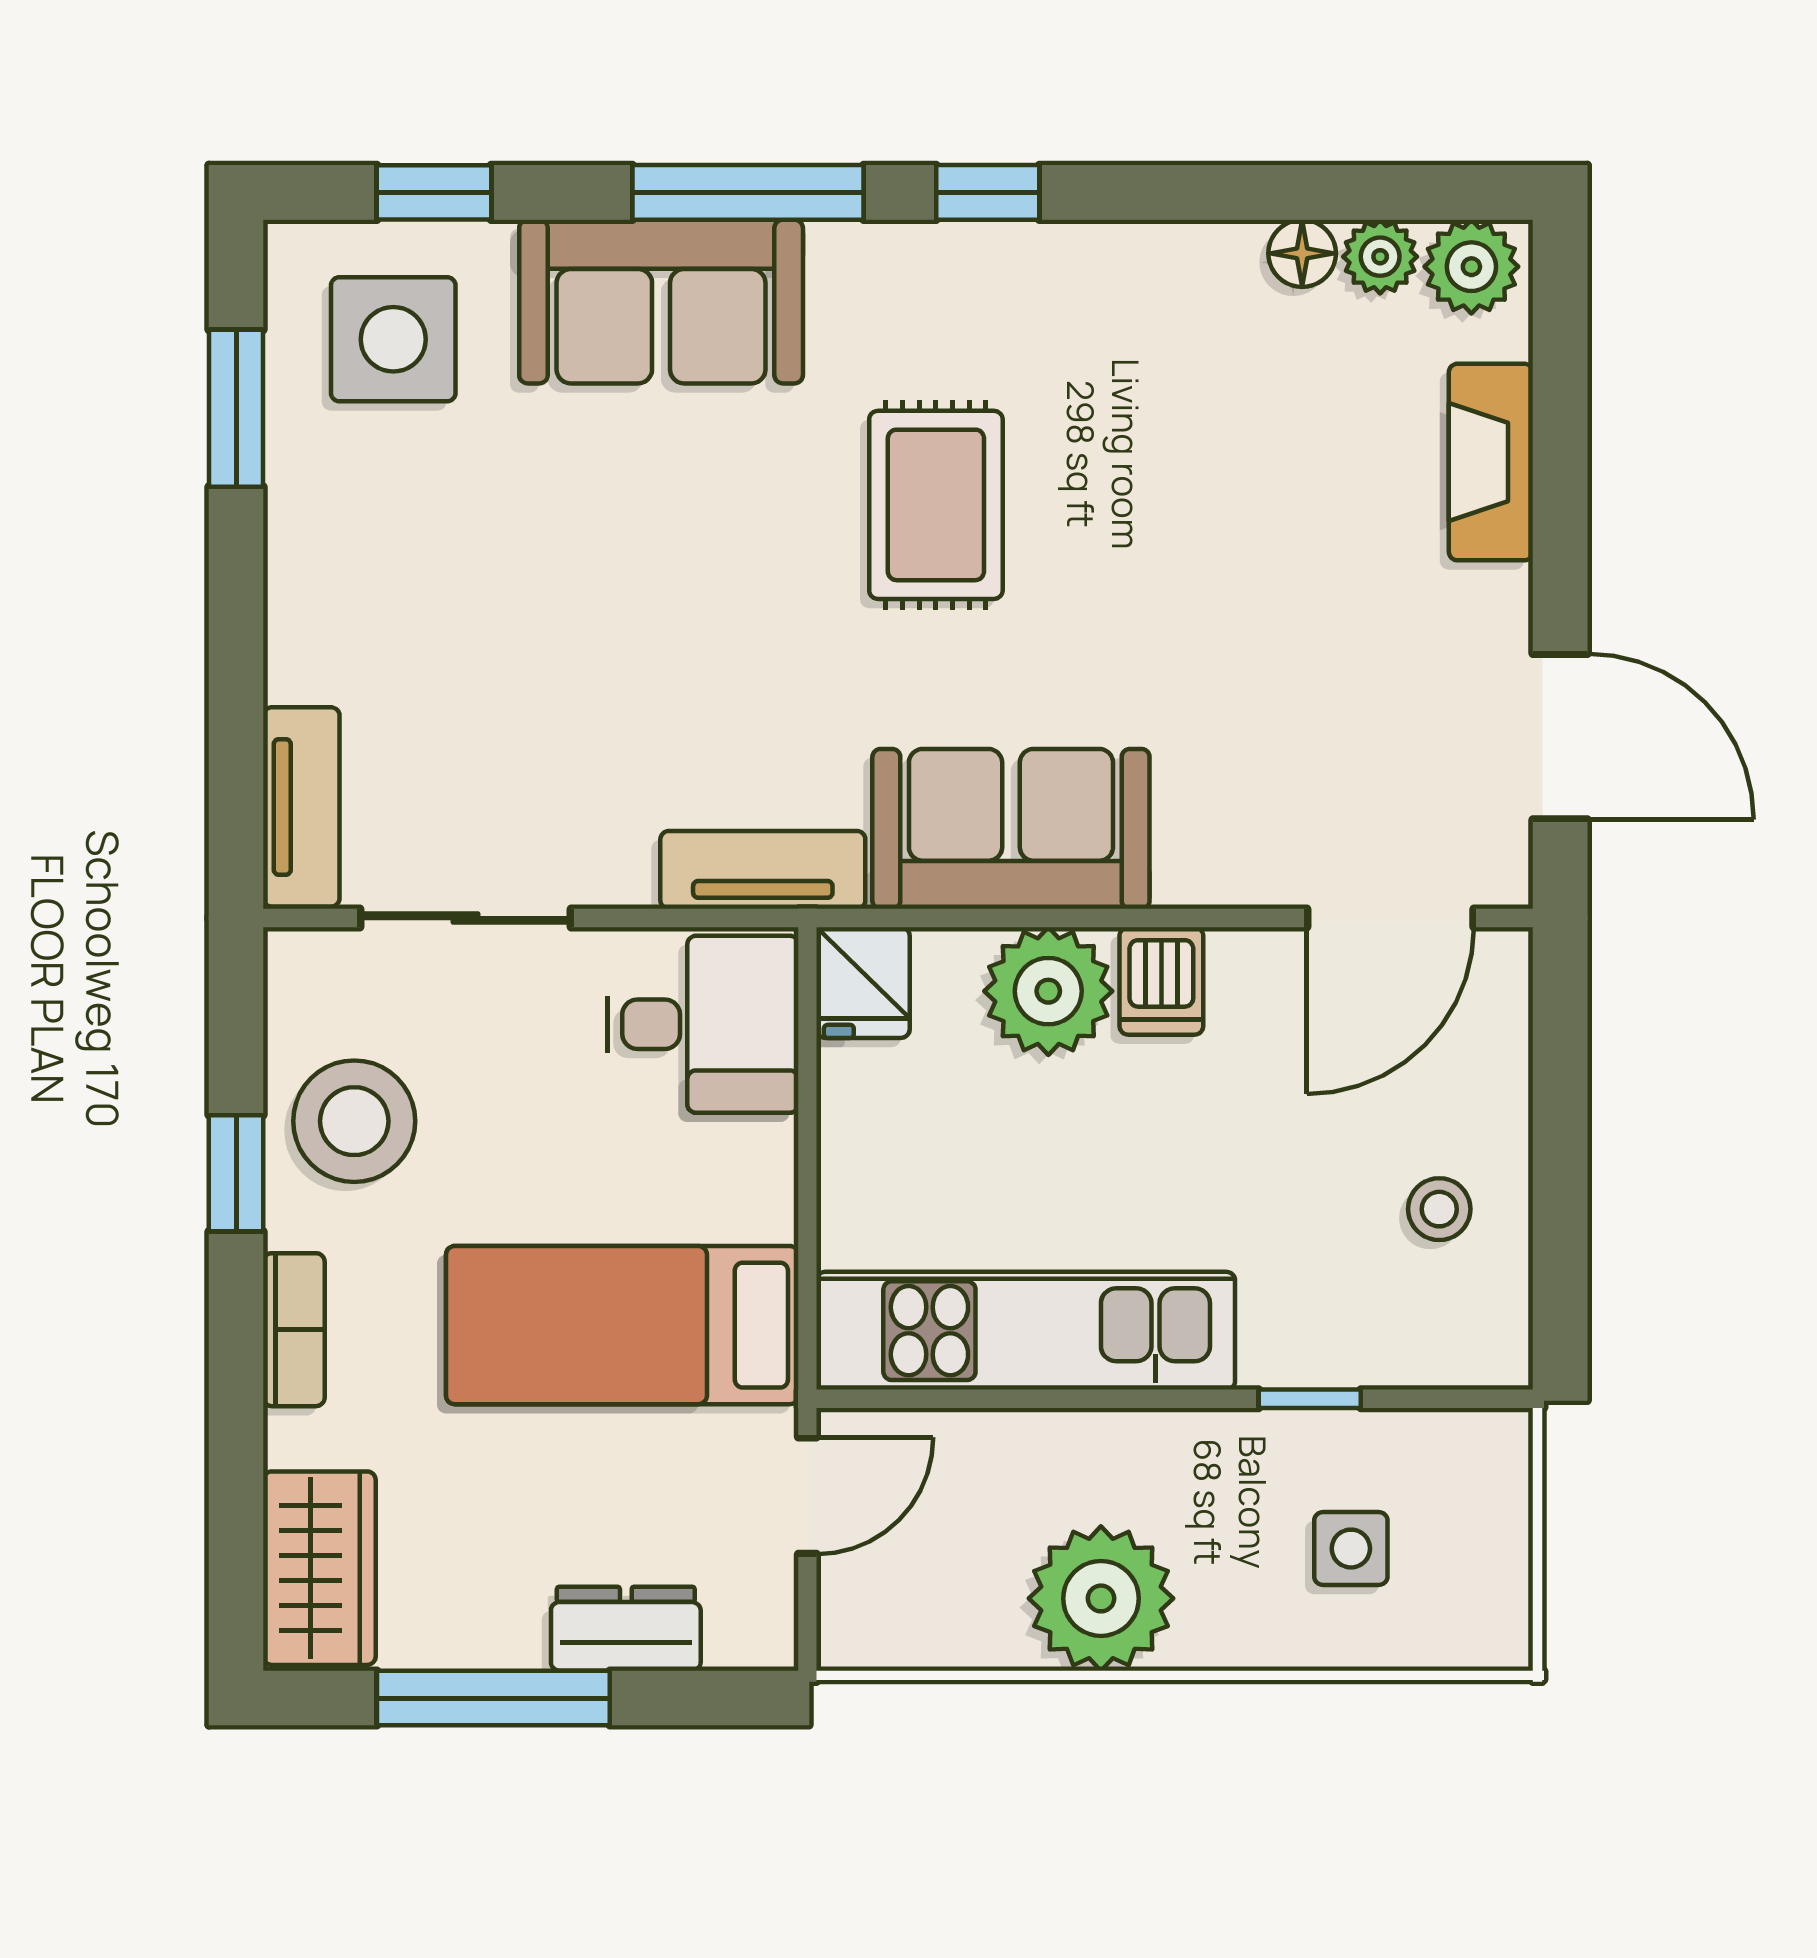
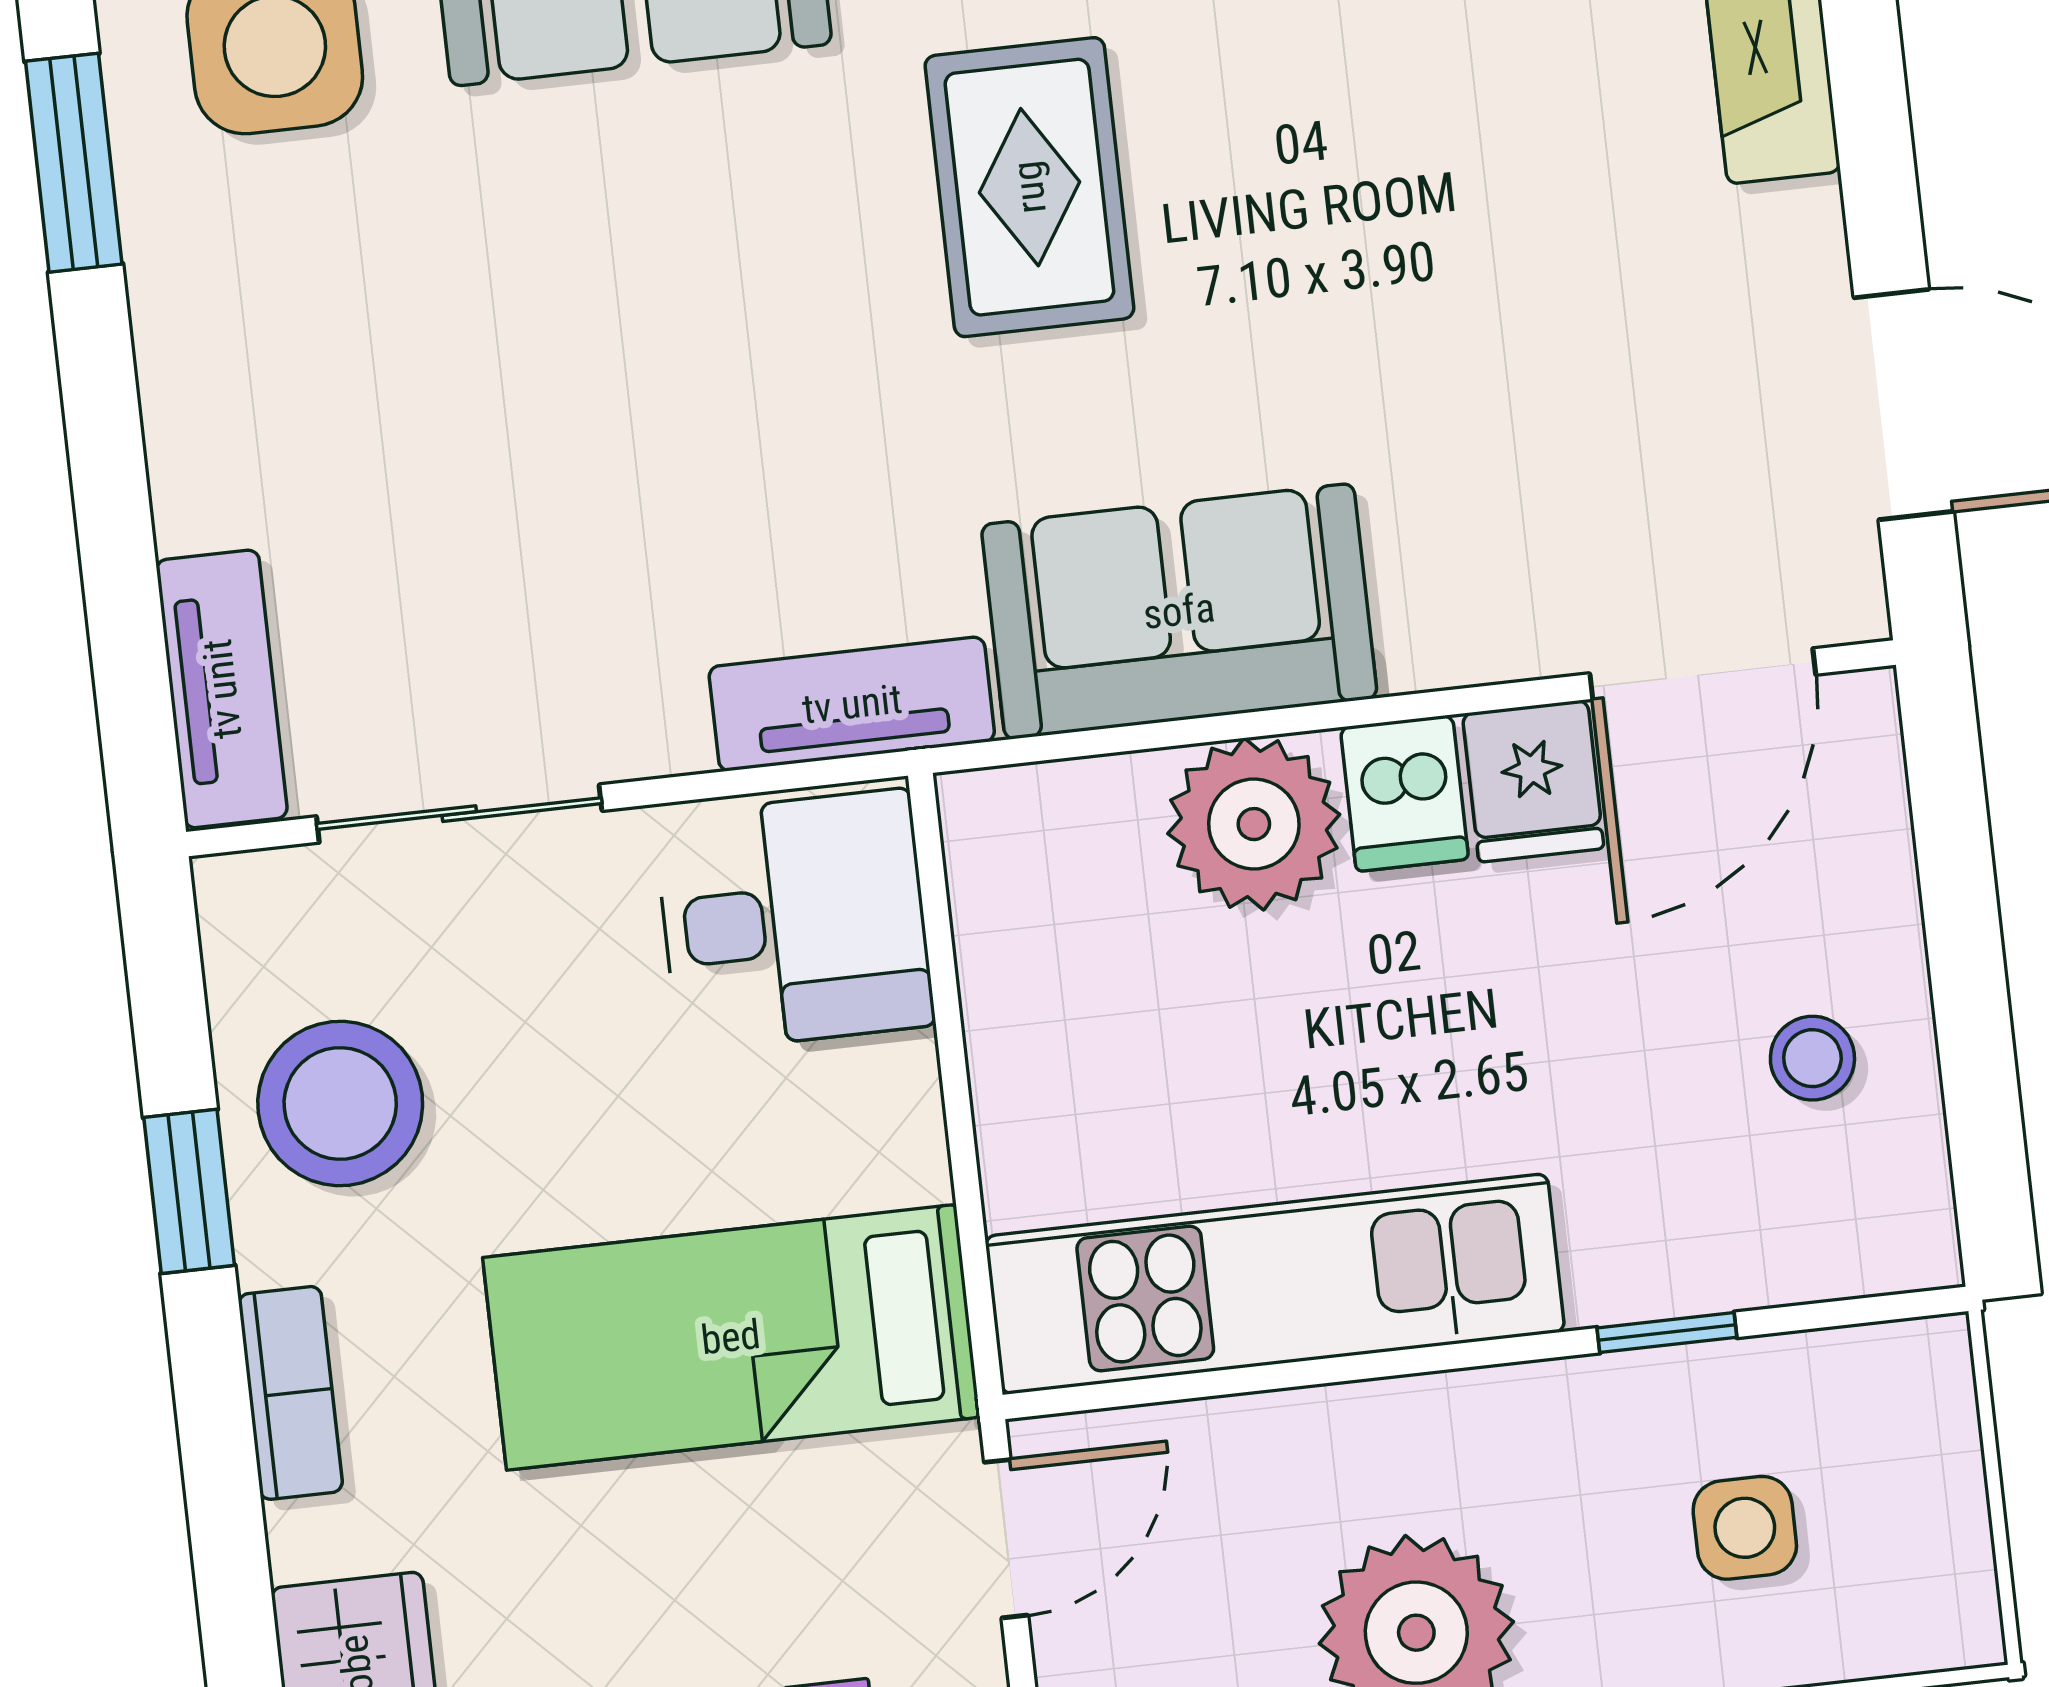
fridge: (863, 983) -> (1533, 781), moved

